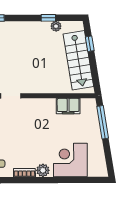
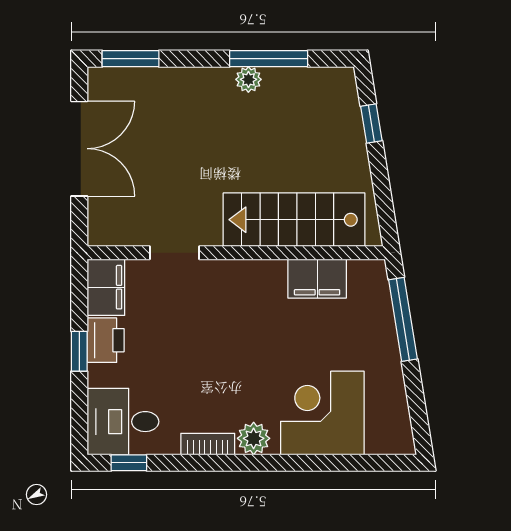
window: (48, 18) -> (269, 59), width x2.17
plant: (56, 26) -> (248, 79), moved
stairs: (78, 60) -> (294, 220), moved, turned 99

